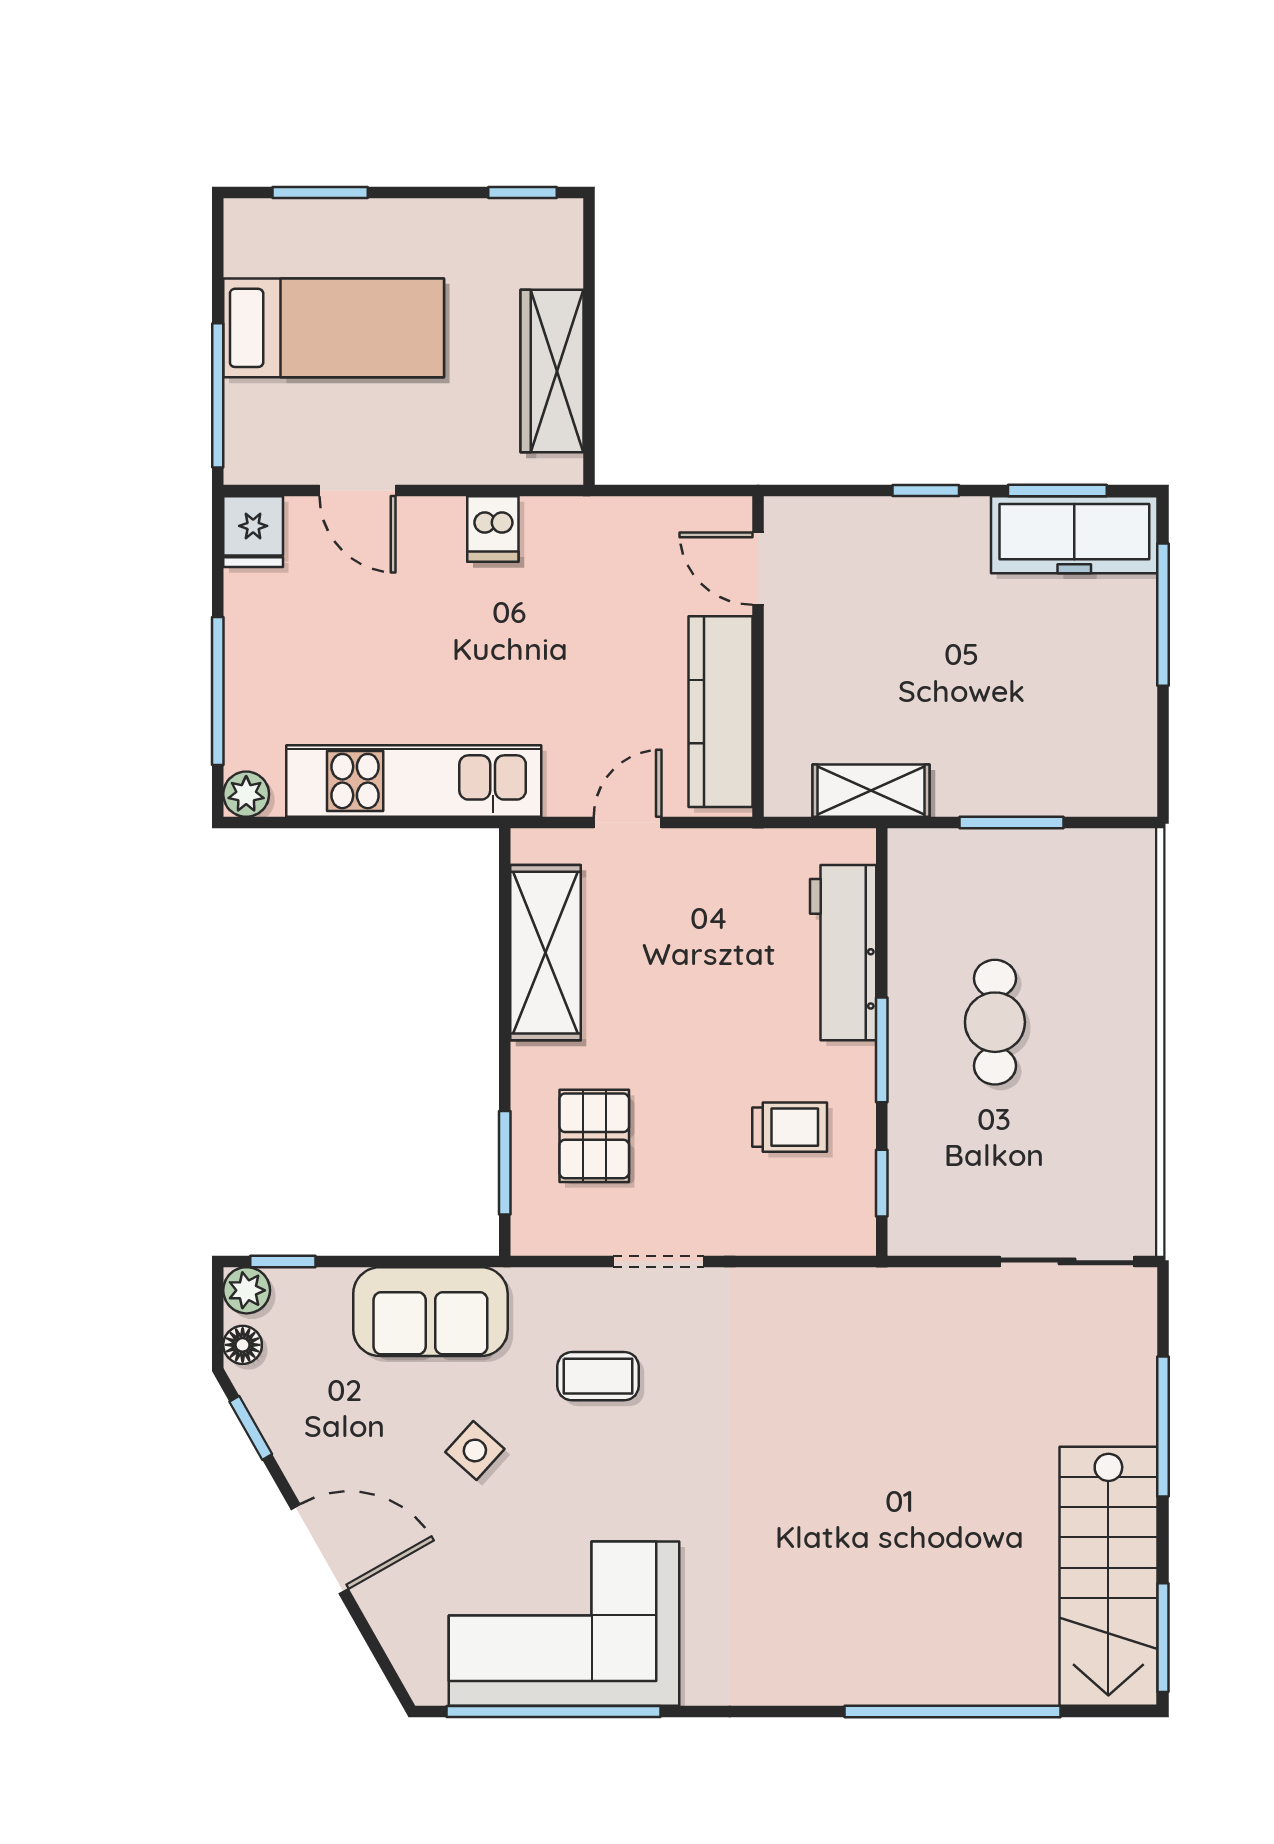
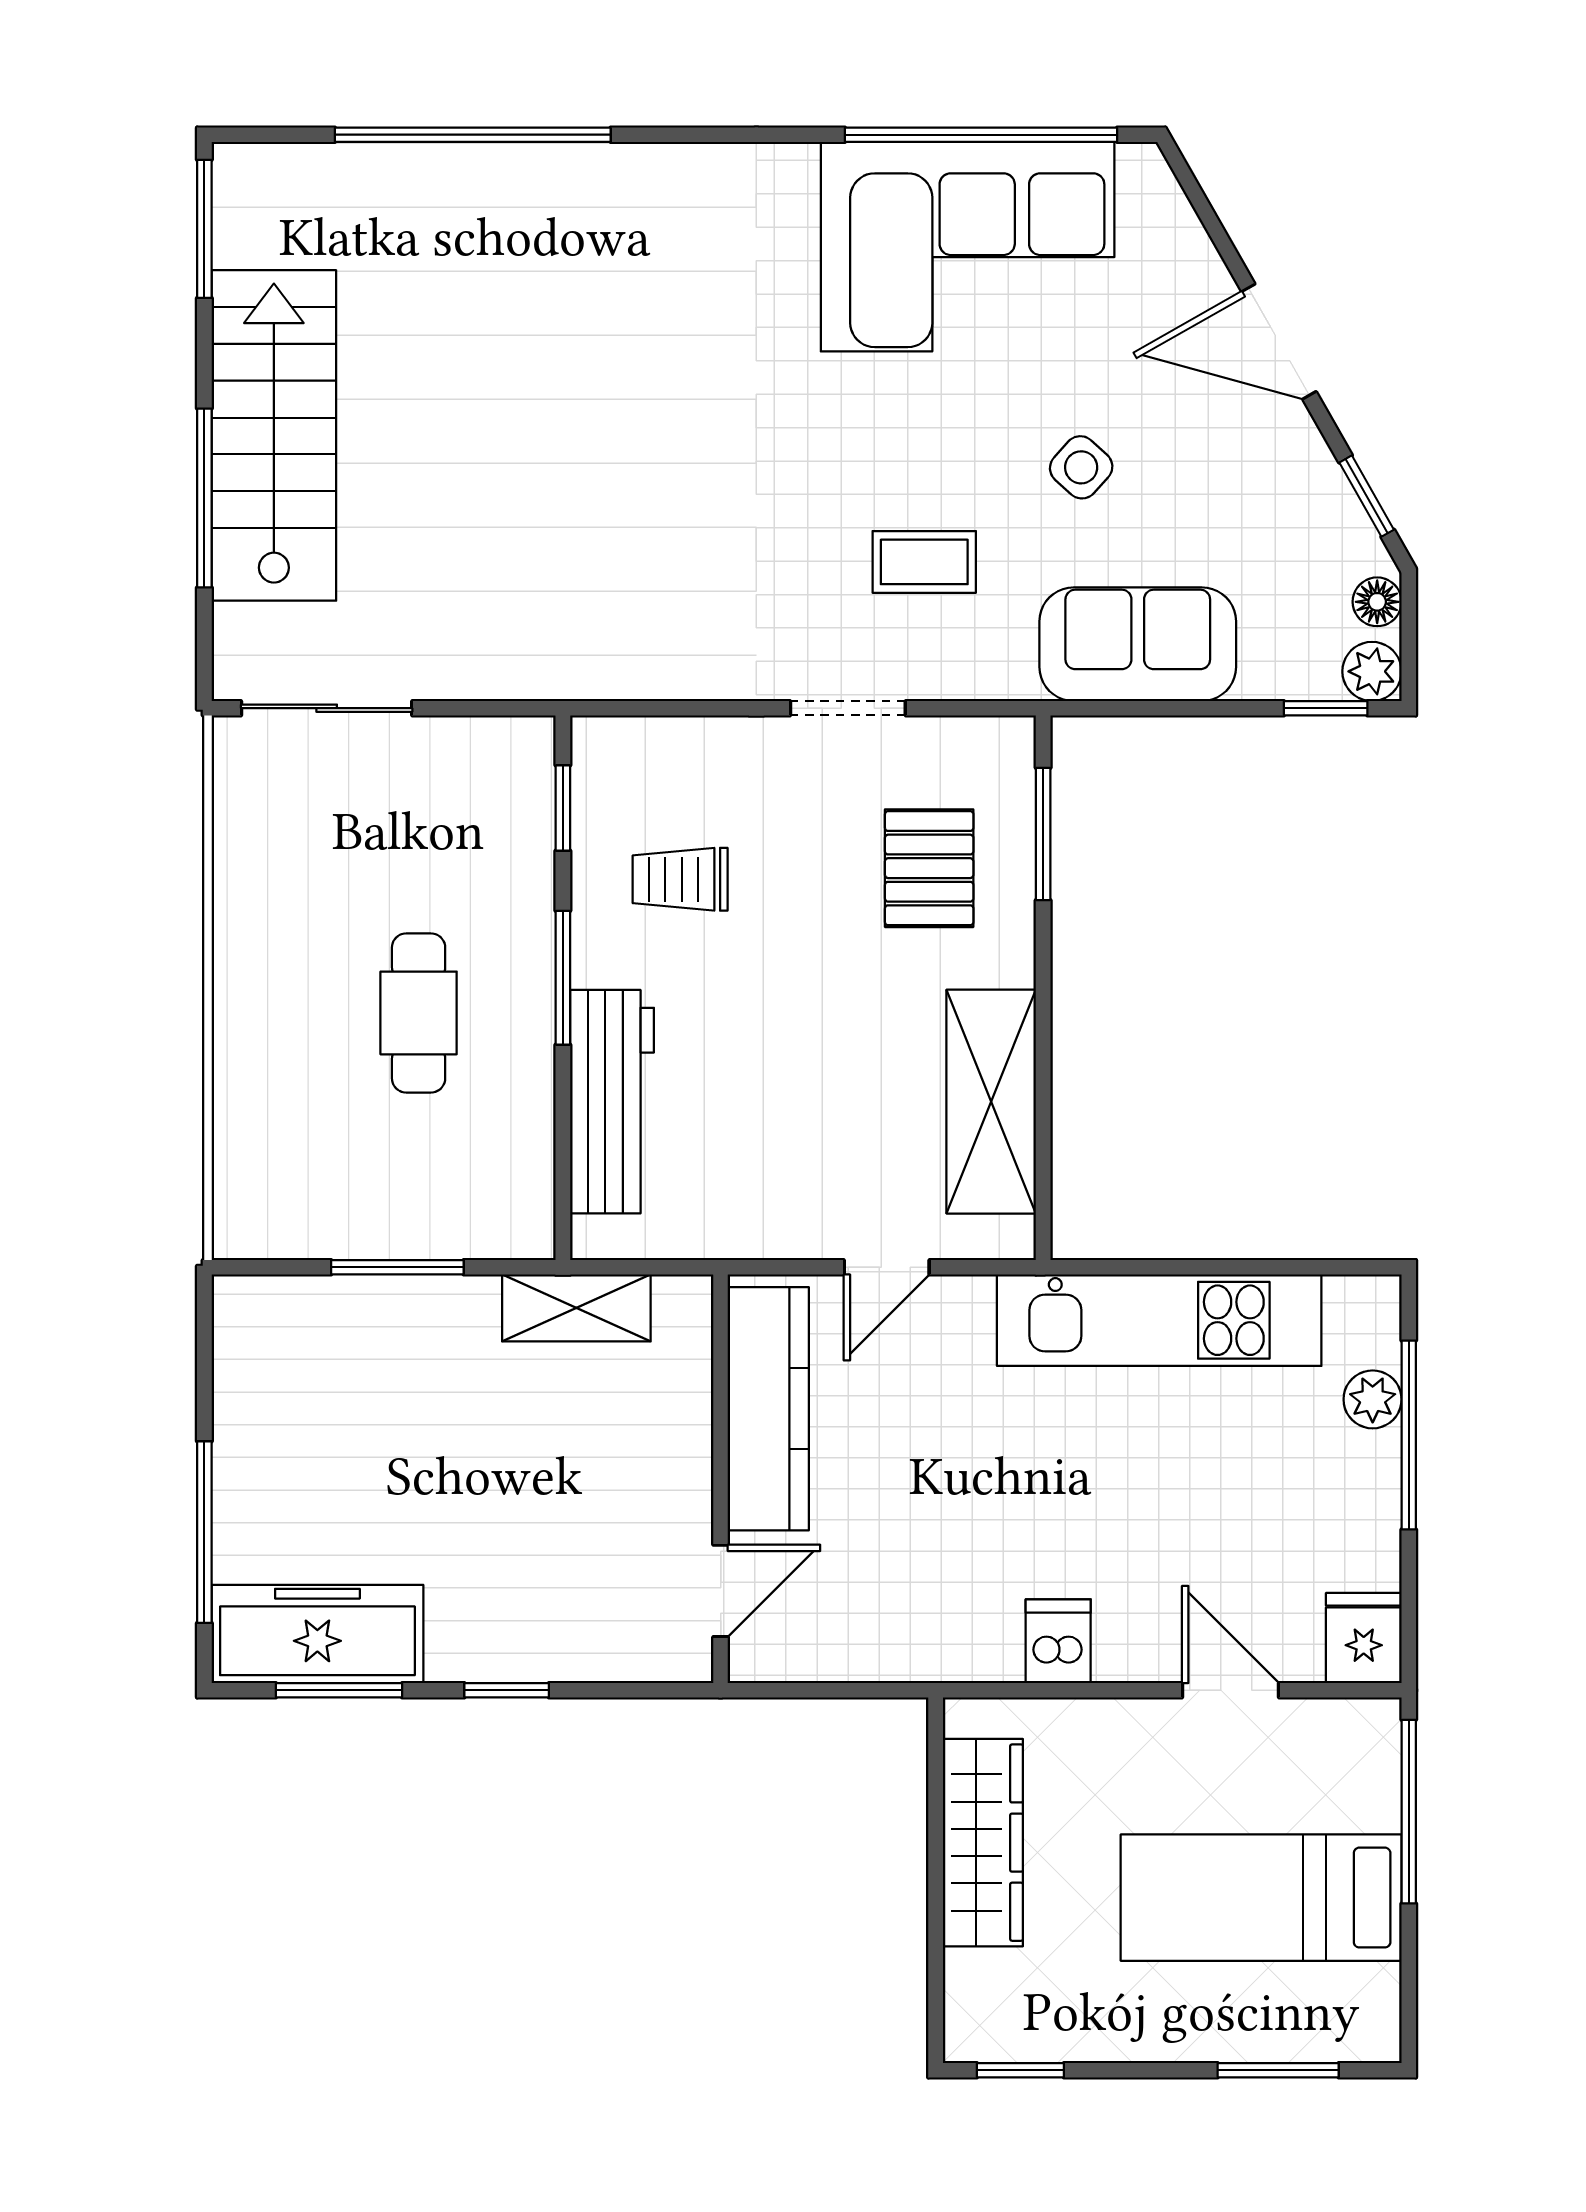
door: (758, 569) -> (721, 1591), hinge flipped
plant: (246, 794) -> (1373, 1399), moved
stairs: (1108, 1576) -> (274, 435), moved

